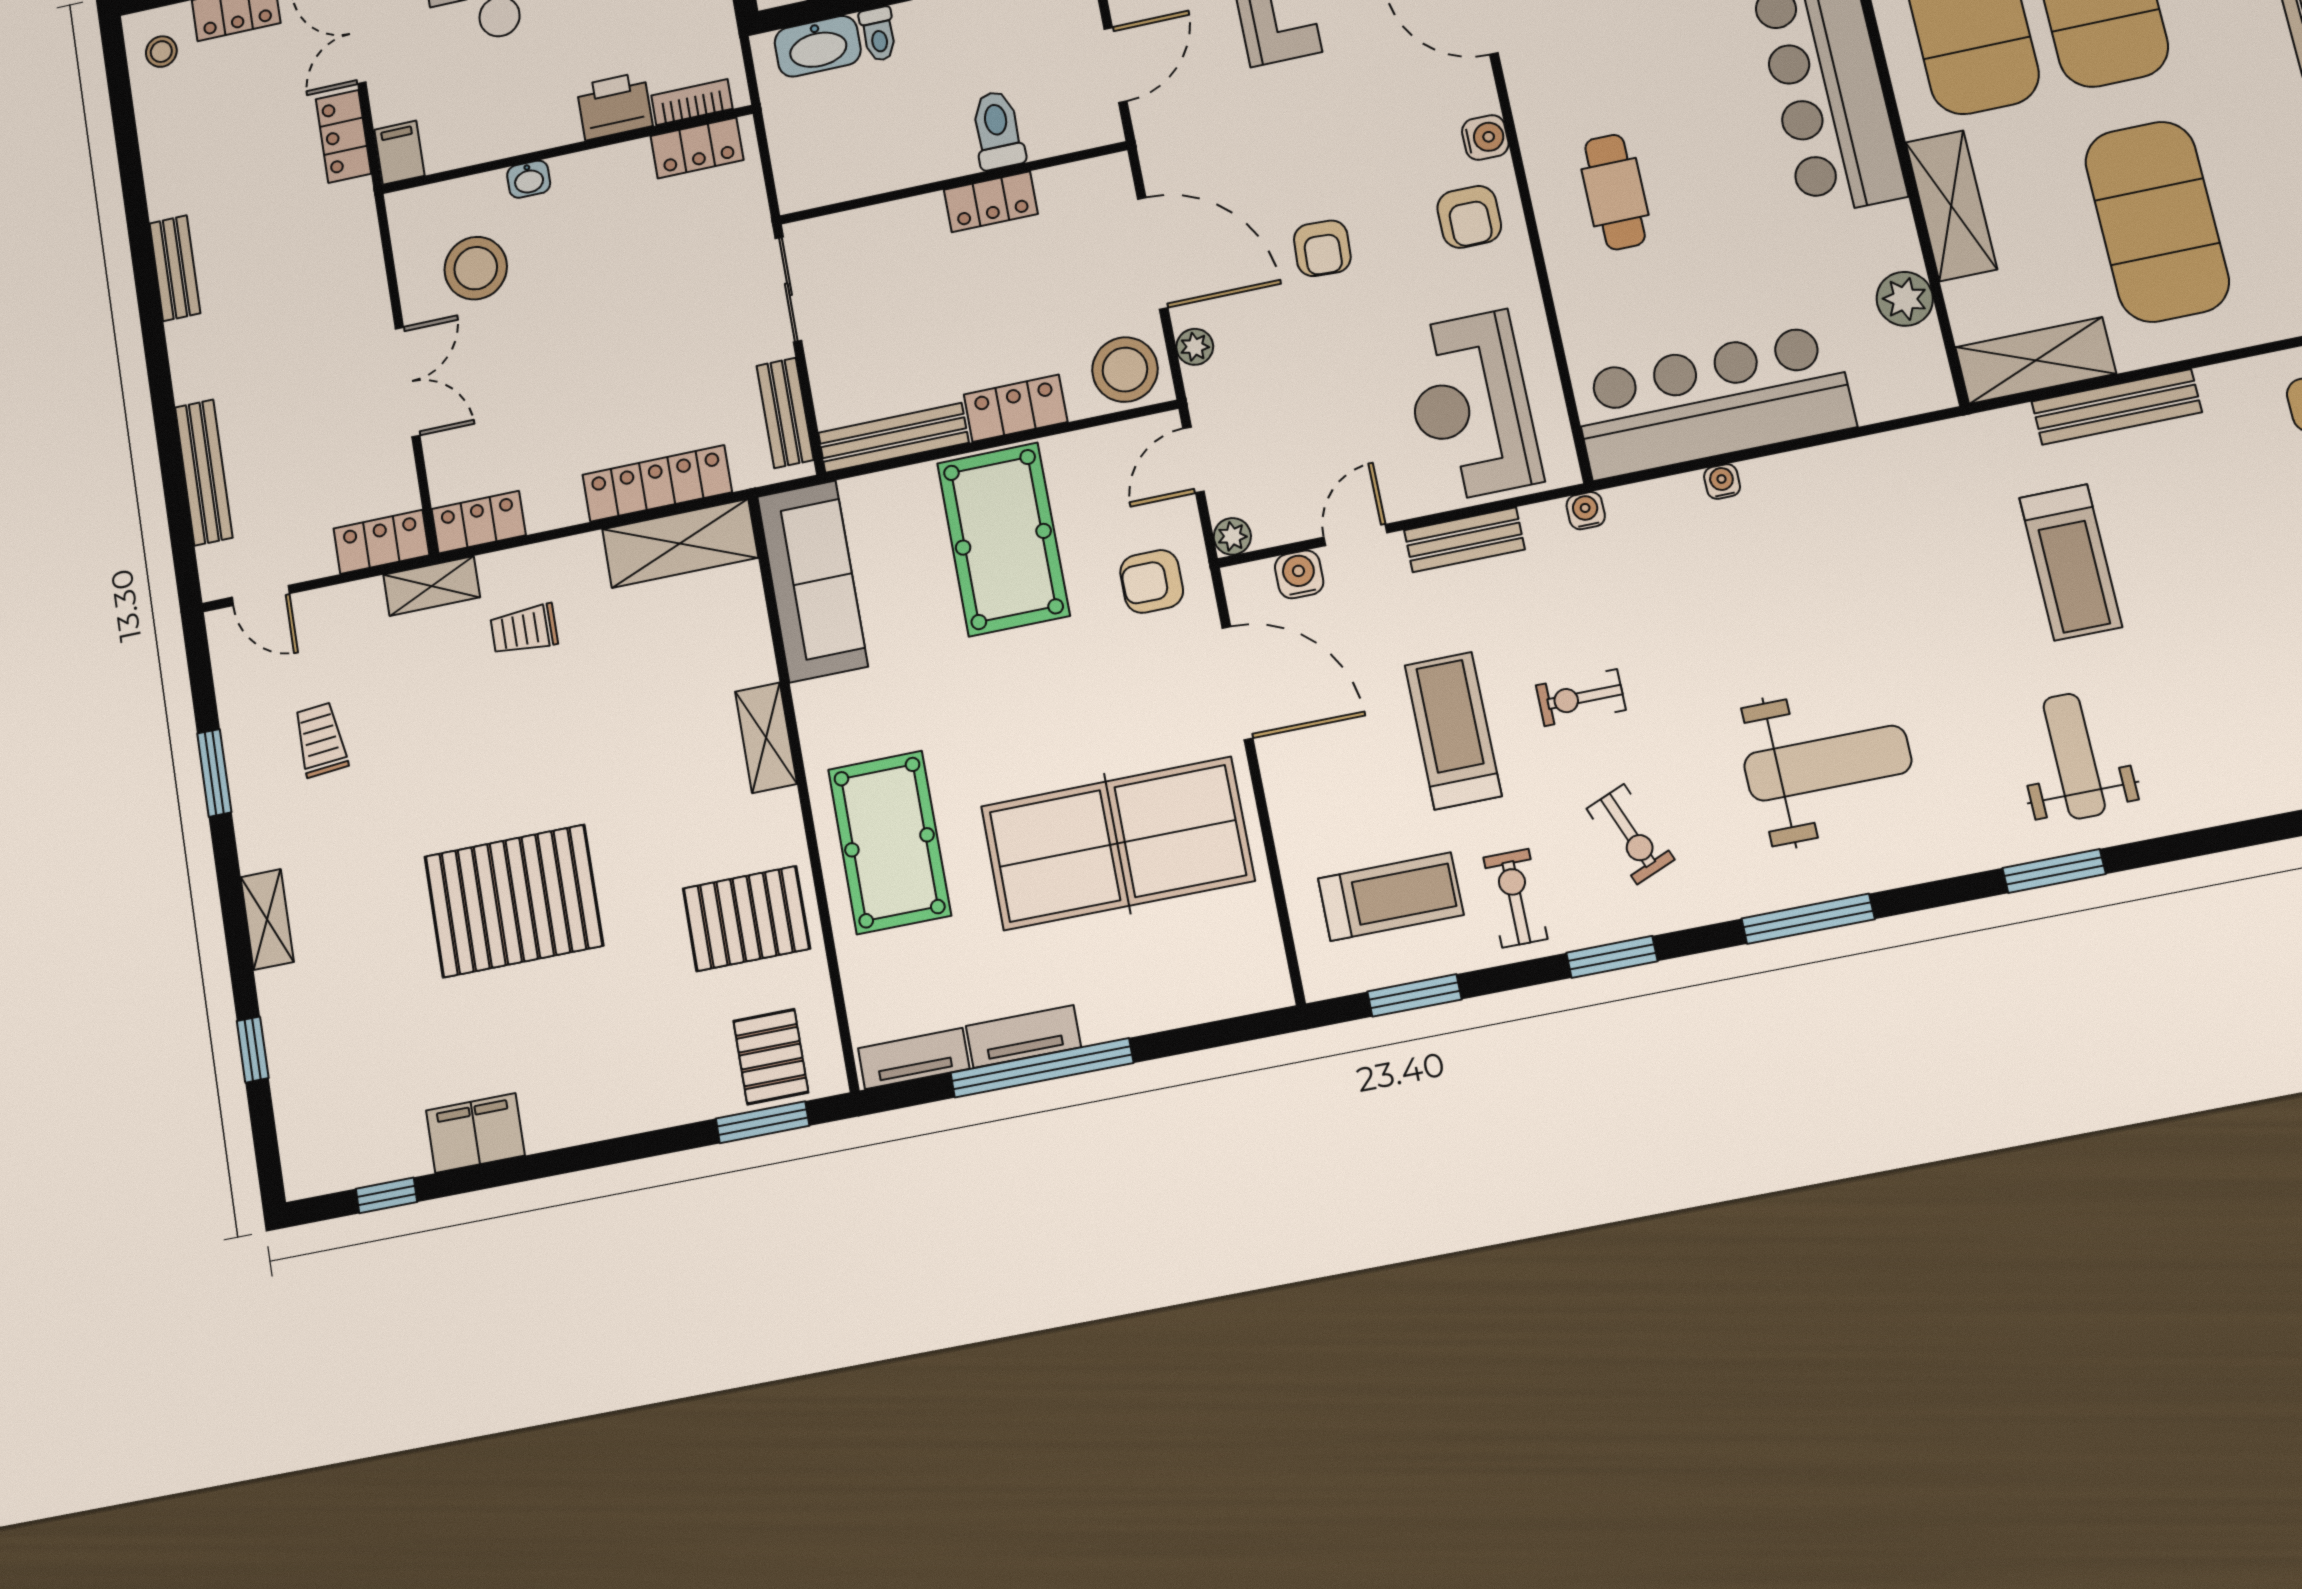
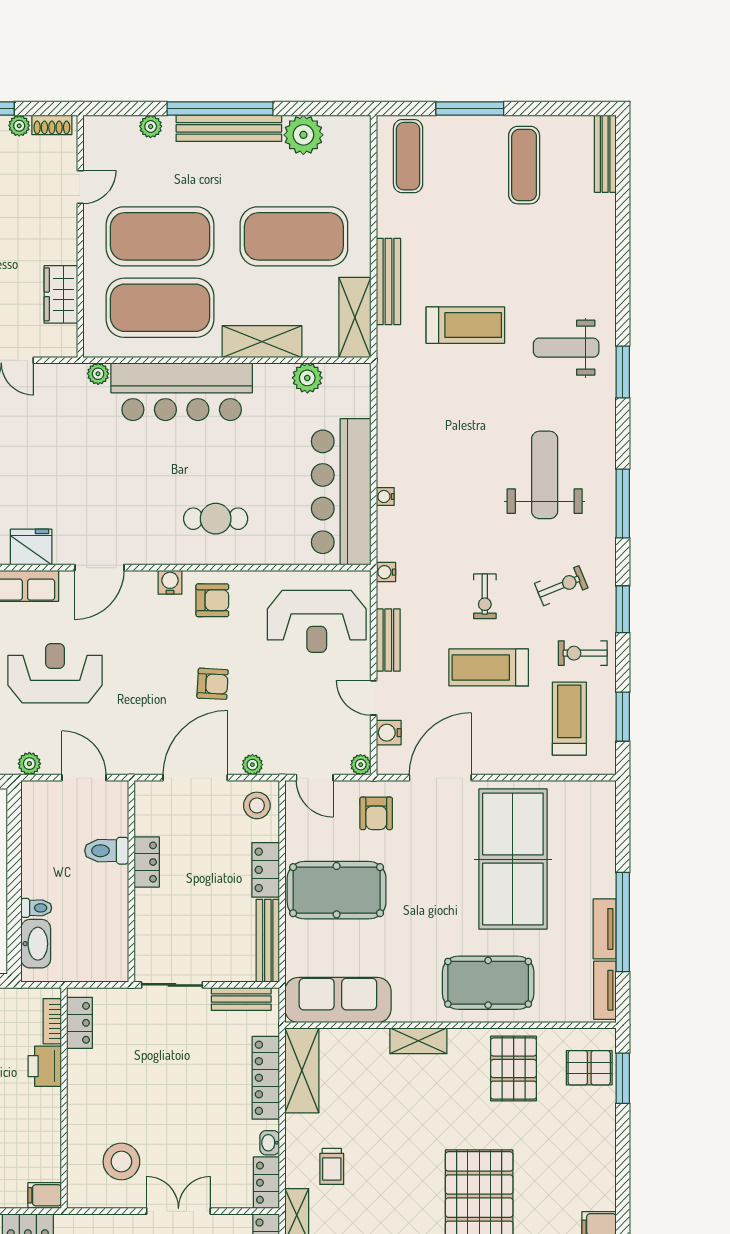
washbasin: (529, 179) -> (270, 1143), moved, turned 180
stool: (1125, 370) -> (257, 805), width x0.73, depth x0.73

